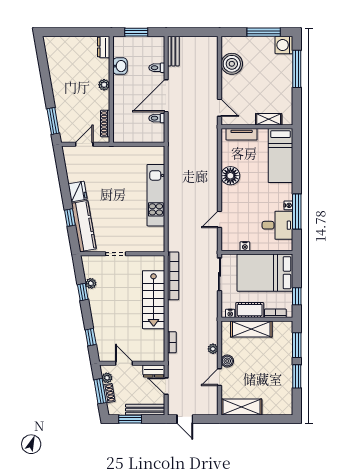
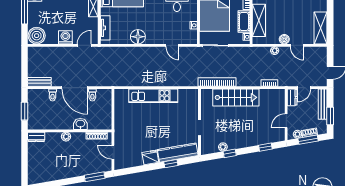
boiler: (232, 64) -> (37, 36), moved
washbasin: (120, 66) -> (80, 124), moved
washing machine: (230, 84) -> (65, 37), added

